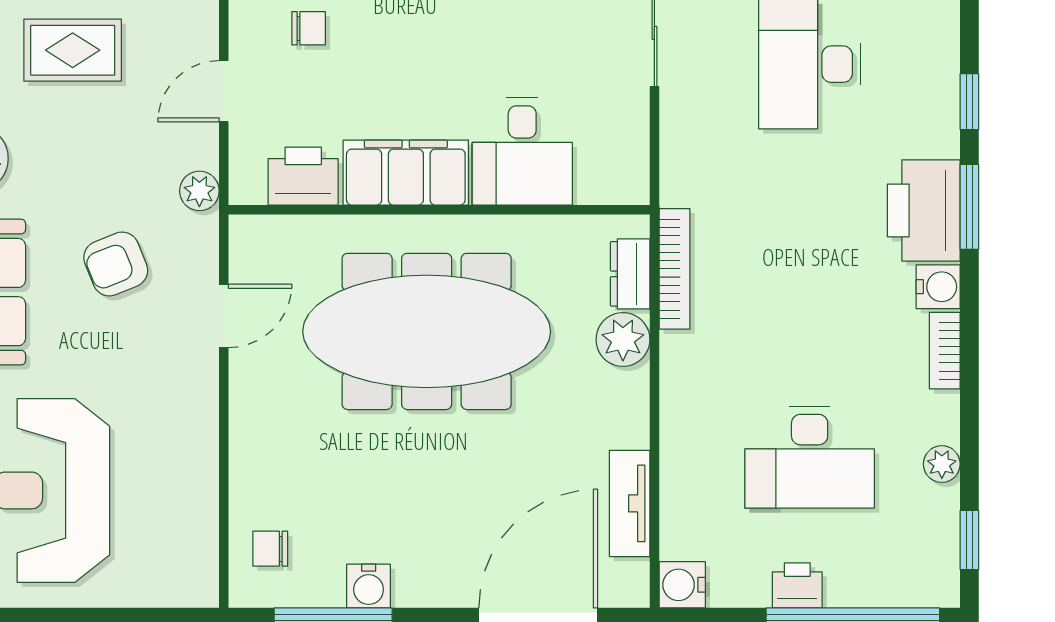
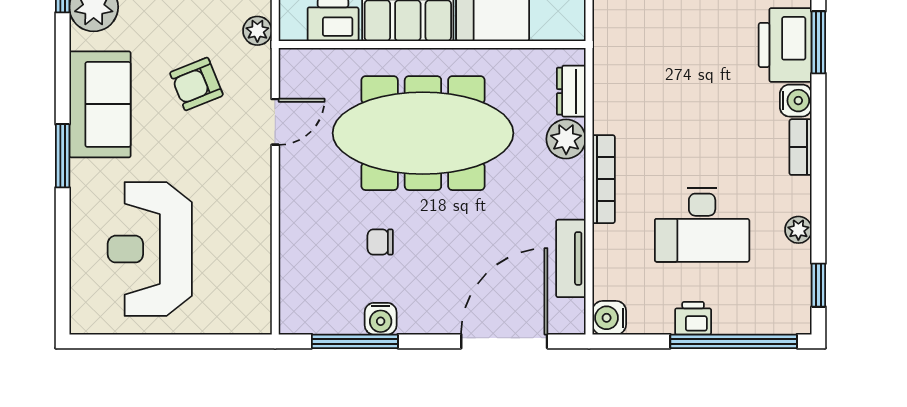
bookcase: (675, 269) -> (604, 179), moved
chair: (270, 549) -> (380, 242), moved

